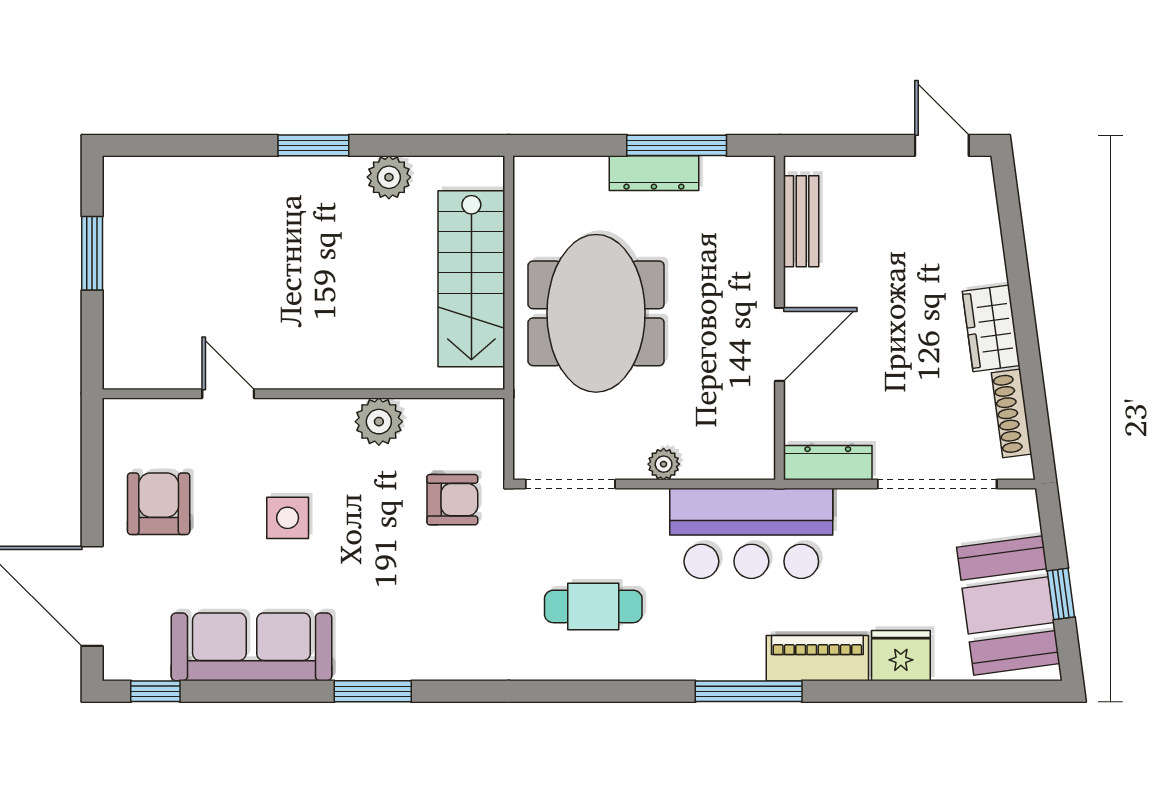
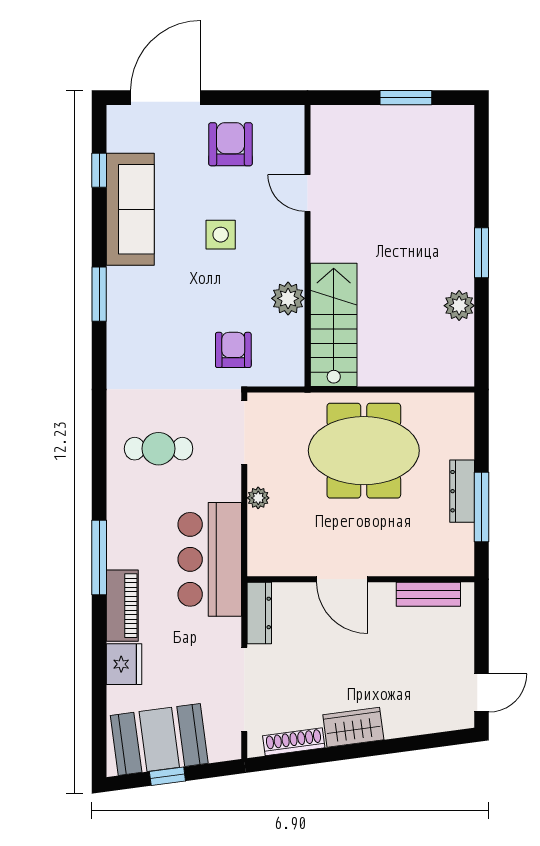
stairs: (471, 279) -> (334, 325), moved, turned 90
door: (228, 394) -> (308, 193), swing flipped
armchair: (452, 500) -> (233, 350), turned 180
armchair: (159, 504) -> (230, 144), turned -90
cafe table: (593, 606) -> (159, 449), turned 90
window: (155, 691) -> (99, 170), moved

